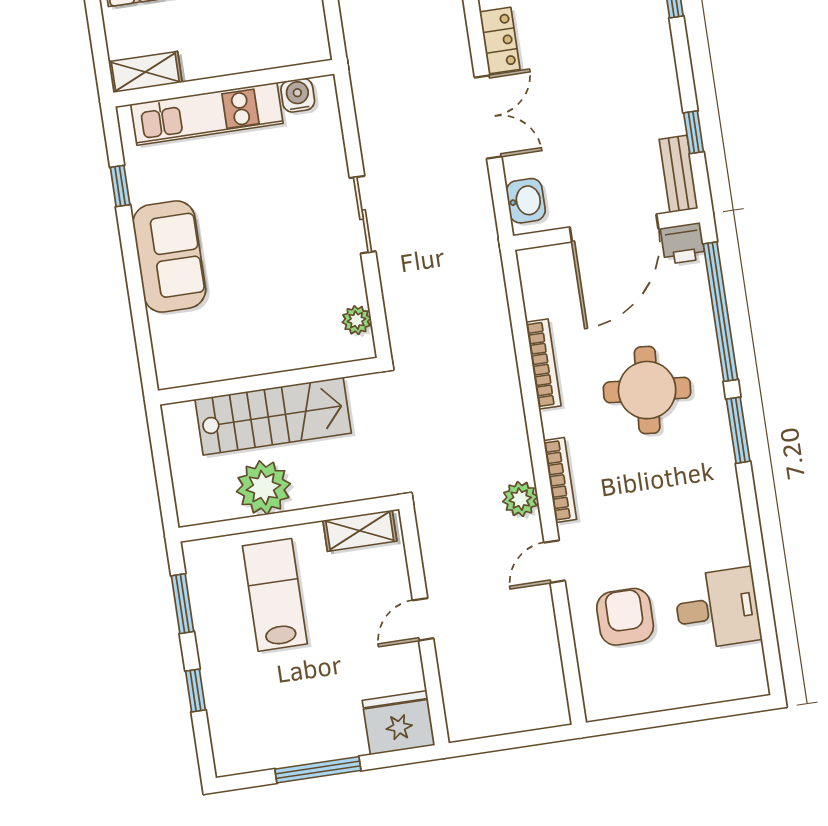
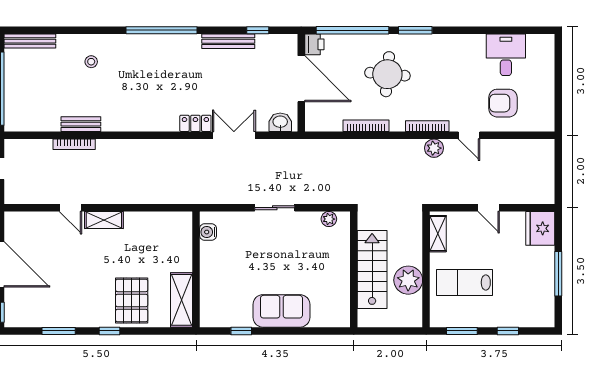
shelving: (145, 72) -> (182, 300), width x1.50, depth x1.33
kitchen unit: (207, 114) -> (211, 280), removed
bench: (679, 174) -> (228, 41), moved, width x1.36

